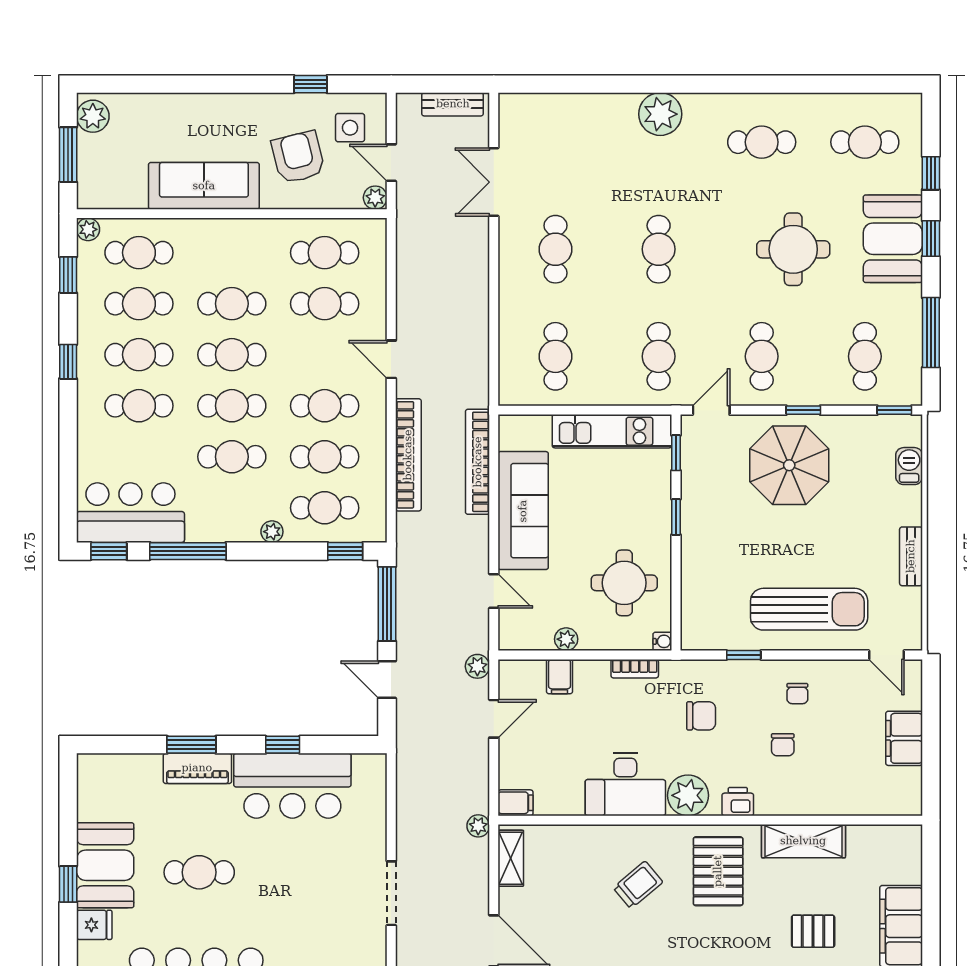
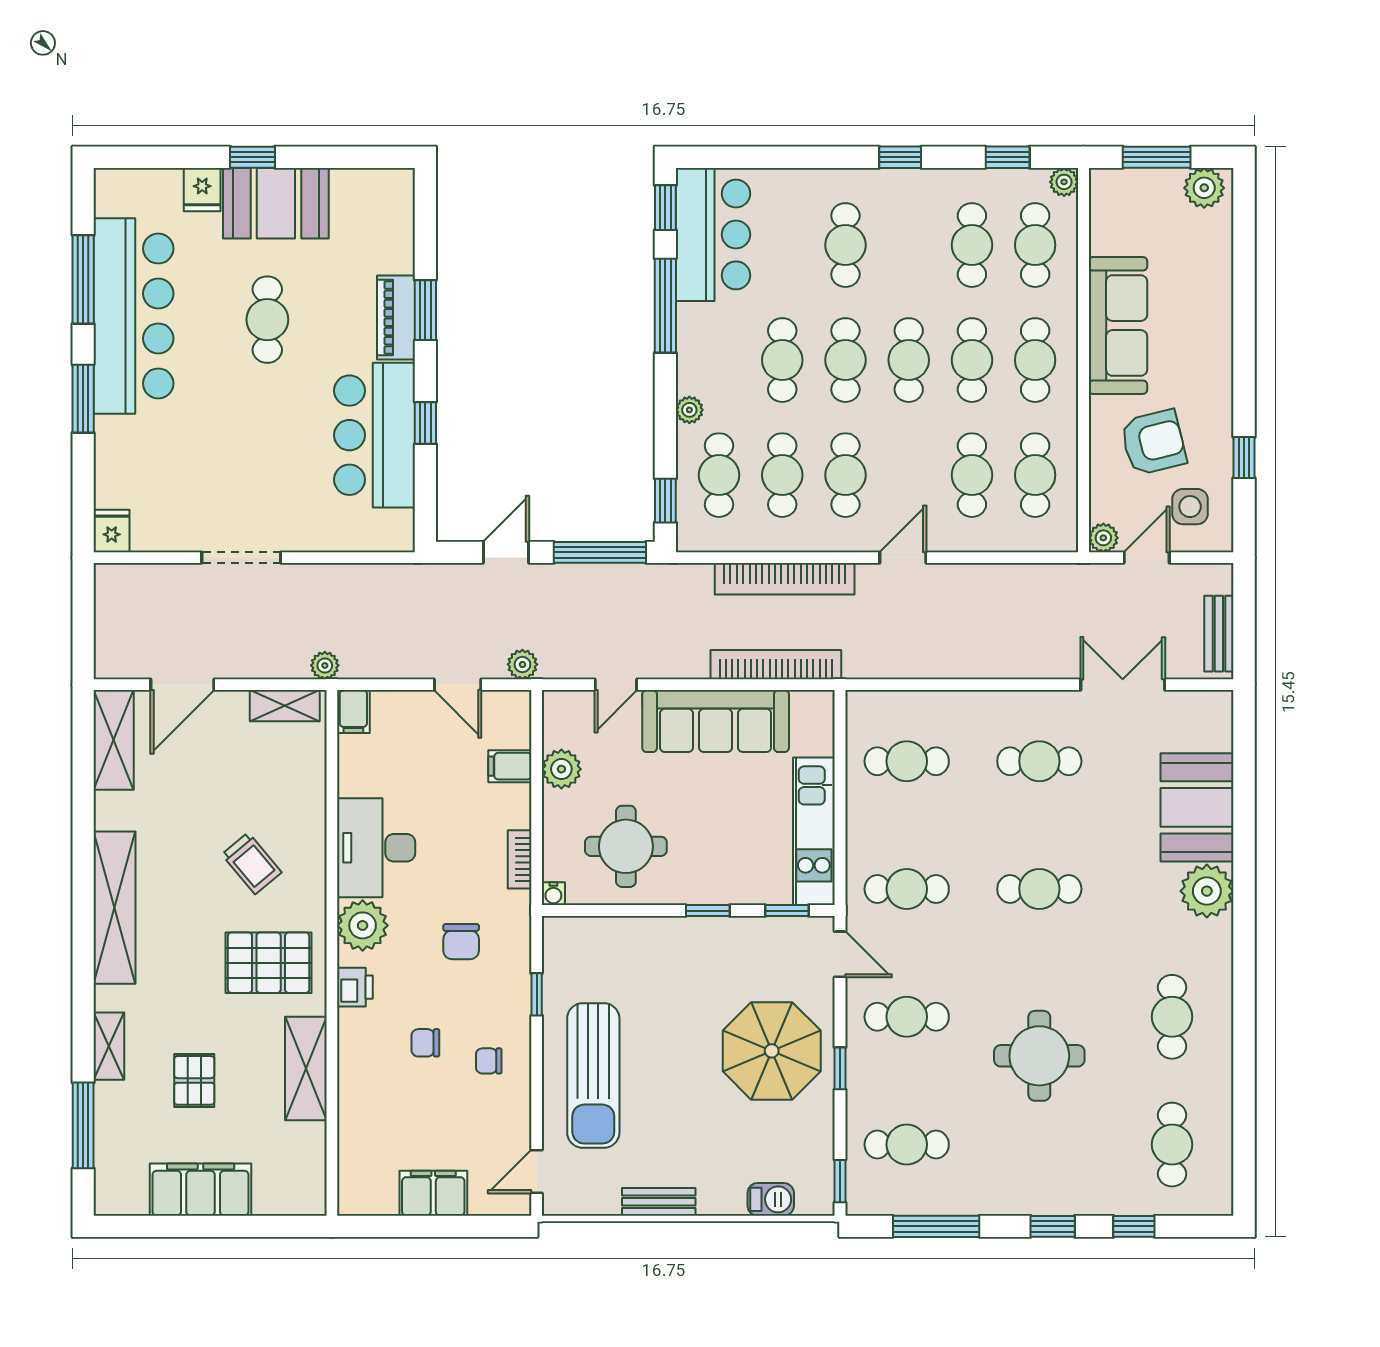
booth: (893, 239) -> (1197, 807), moved, turned 90
cafe table: (139, 355) -> (1035, 360), moved
plant: (566, 639) -> (561, 769), width x1.38, depth x1.38

